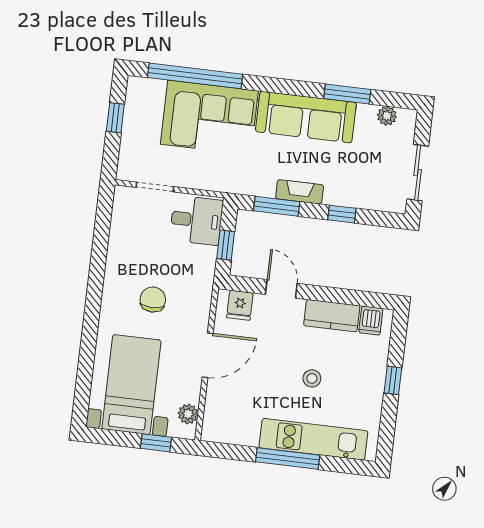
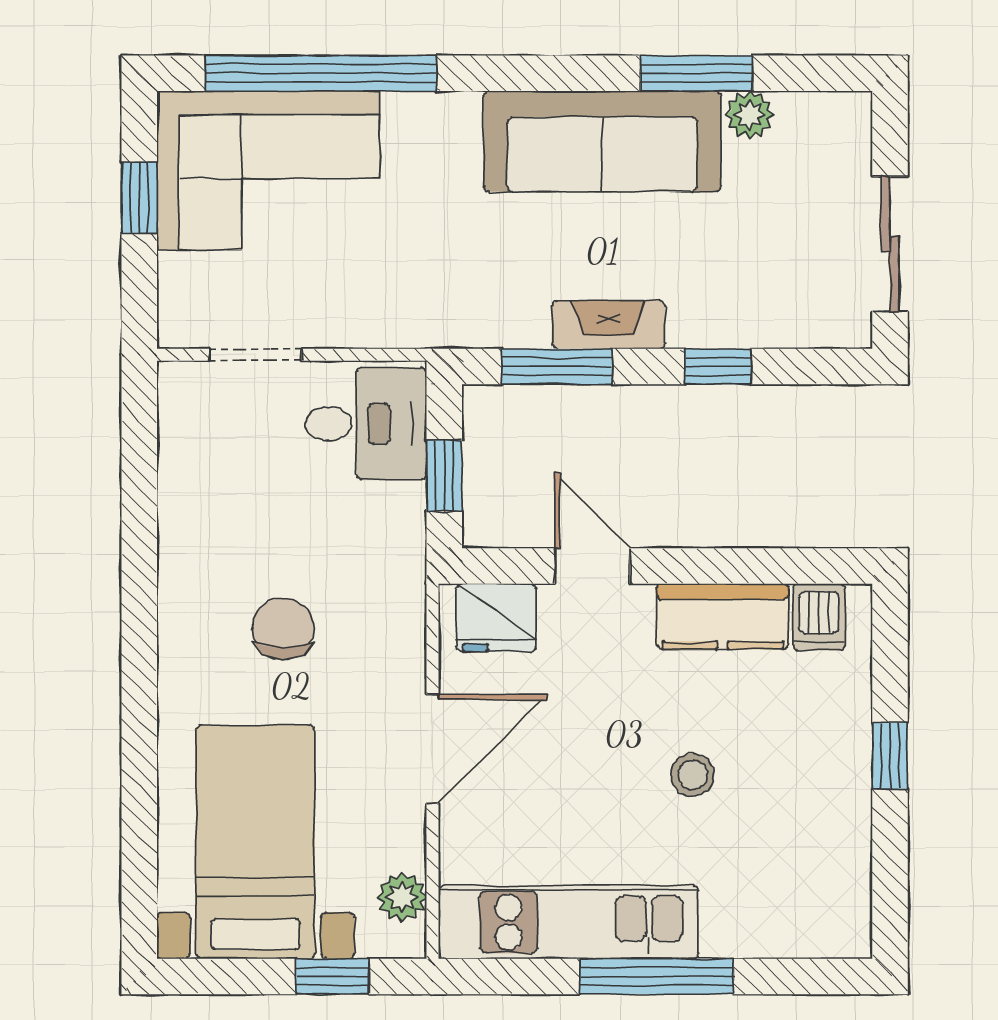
plant: (387, 116) -> (750, 115), moved
corner sofa: (209, 117) -> (268, 170), moved
fridge: (240, 305) -> (496, 618), width x1.38
kitchen unit: (313, 439) -> (568, 922), moved

